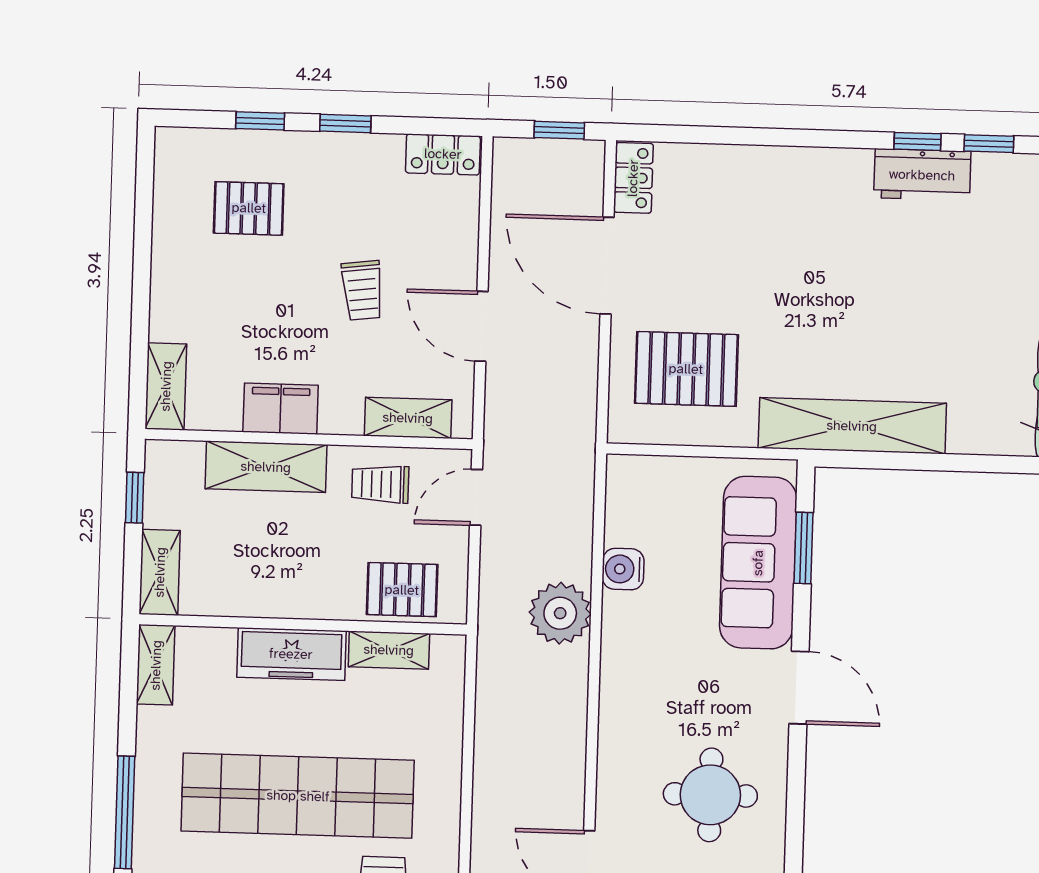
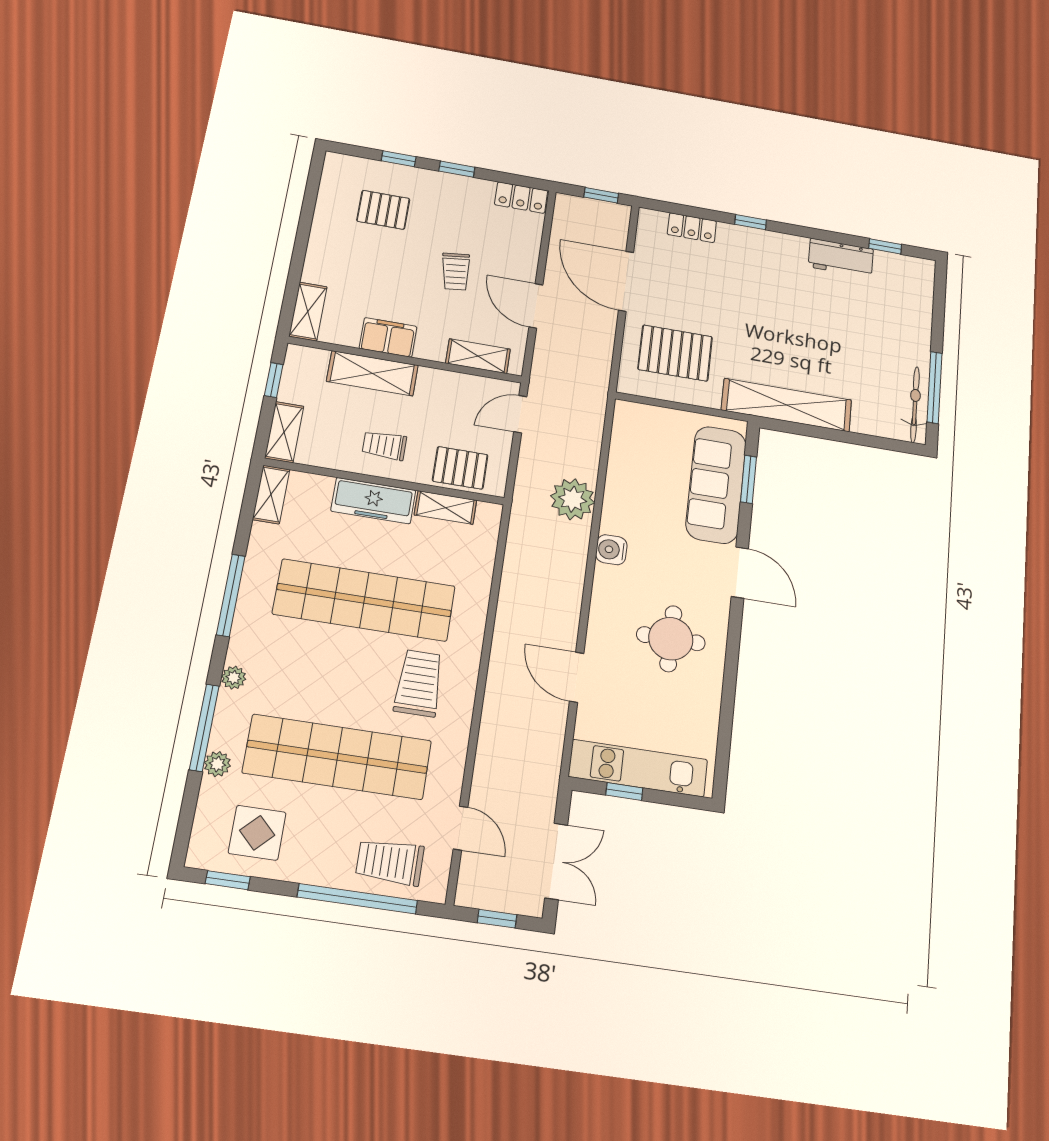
window: (918, 141) -> (751, 222), moved
locker: (633, 178) -> (692, 228), moved, turned 90
trolley: (380, 484) -> (384, 445), moved
water cooler: (623, 569) -> (611, 550), moved

